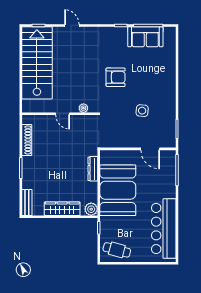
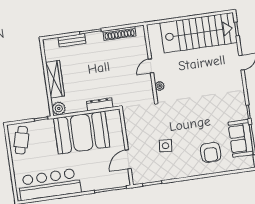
armchair: (116, 77) -> (211, 152), moved
bench: (27, 203) -> (72, 40), moved

